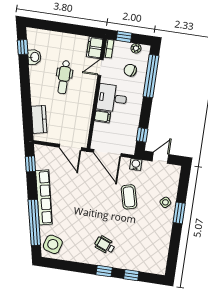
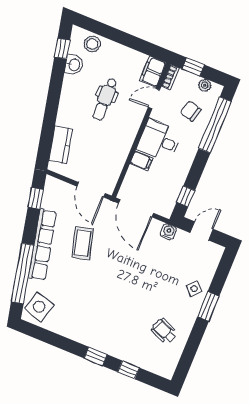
stool: (44, 38) -> (92, 44), added
coffee table: (129, 197) -> (83, 243), moved
wheelchair: (105, 245) -> (164, 331), moved

